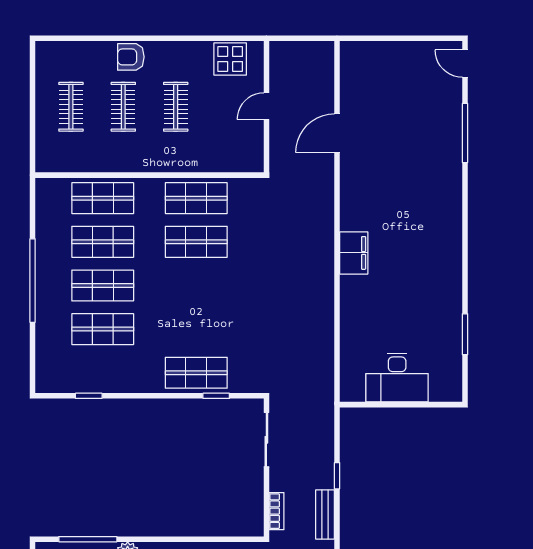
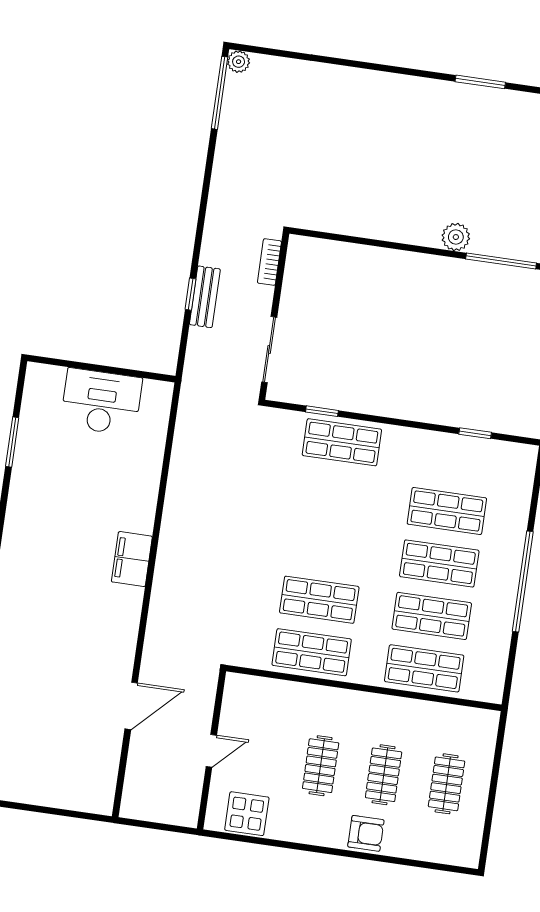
bench: (325, 515) -> (205, 297), moved

